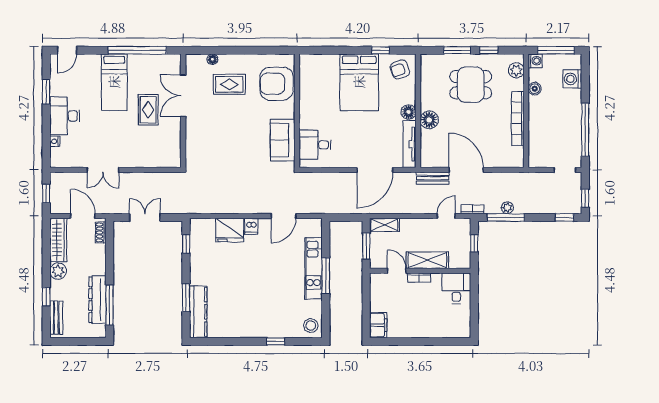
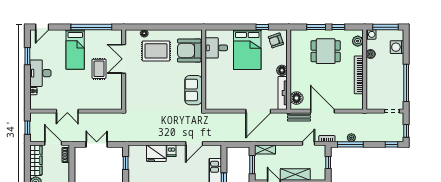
rug: (229, 84) -> (156, 51), width x1.36, depth x1.43
floor lamp: (429, 120) -> (296, 98), moved
desk: (315, 145) -> (216, 48), moved

